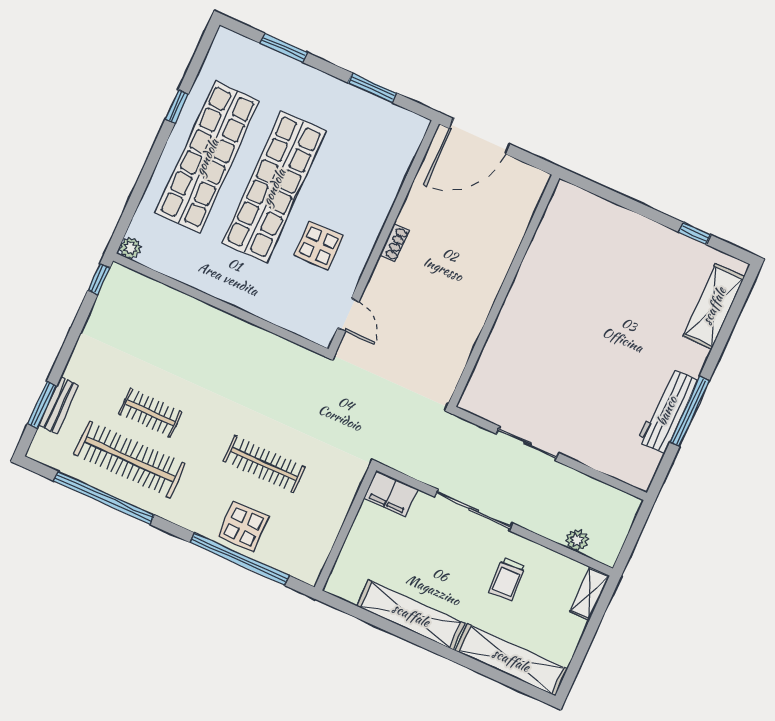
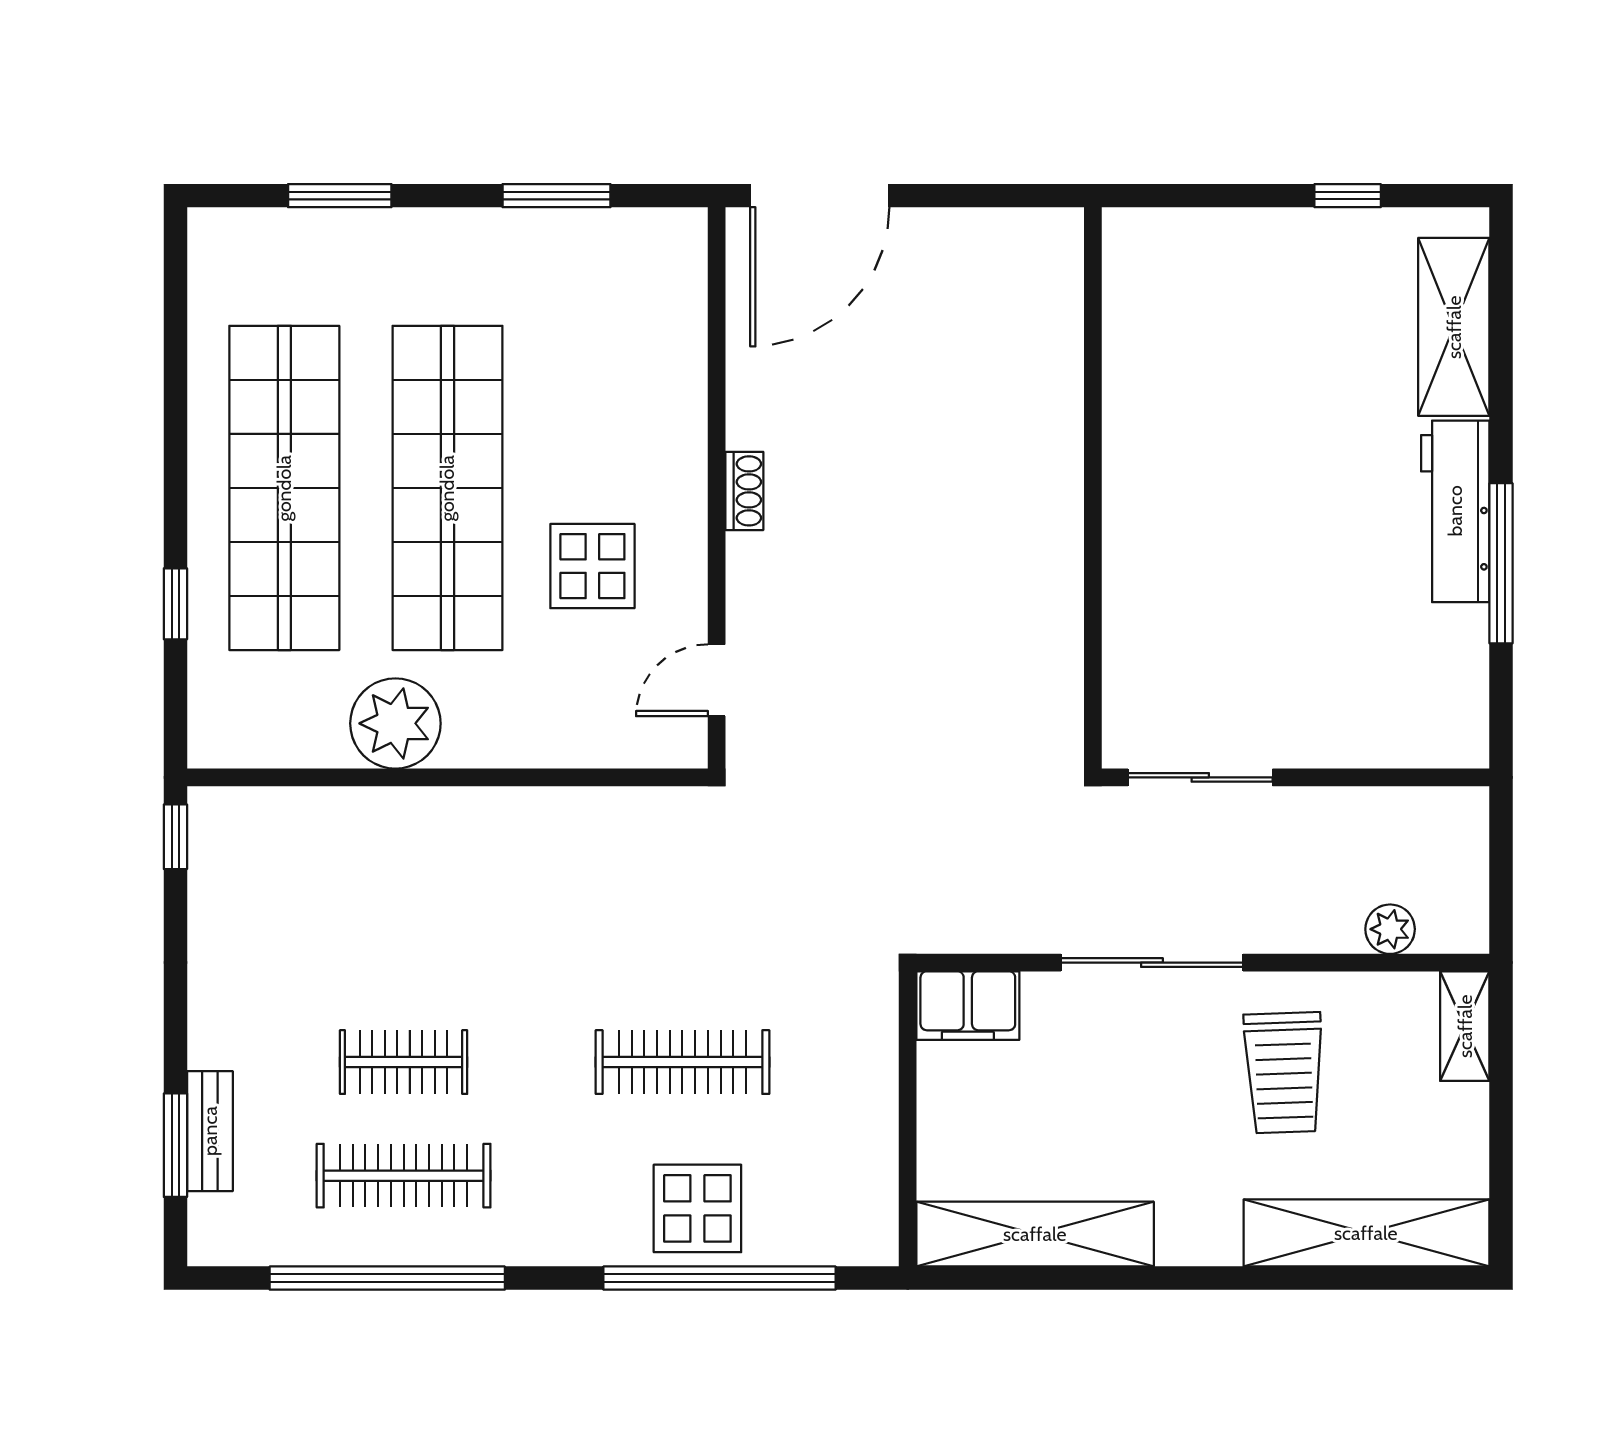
window: (177, 107) -> (175, 604), moved
plant: (130, 248) -> (395, 723), moved, width x1.87, depth x1.87
wall: (504, 291) -> (1093, 488), moved
door: (348, 315) -> (717, 680), swing flipped
workbench: (667, 411) -> (1455, 511), moved
clothes rail: (130, 459) -> (404, 1176), width x0.73, depth x0.76
trolley: (507, 579) -> (1284, 1073), width x1.36, depth x1.39
shelving: (411, 615) -> (1035, 1234), moved

